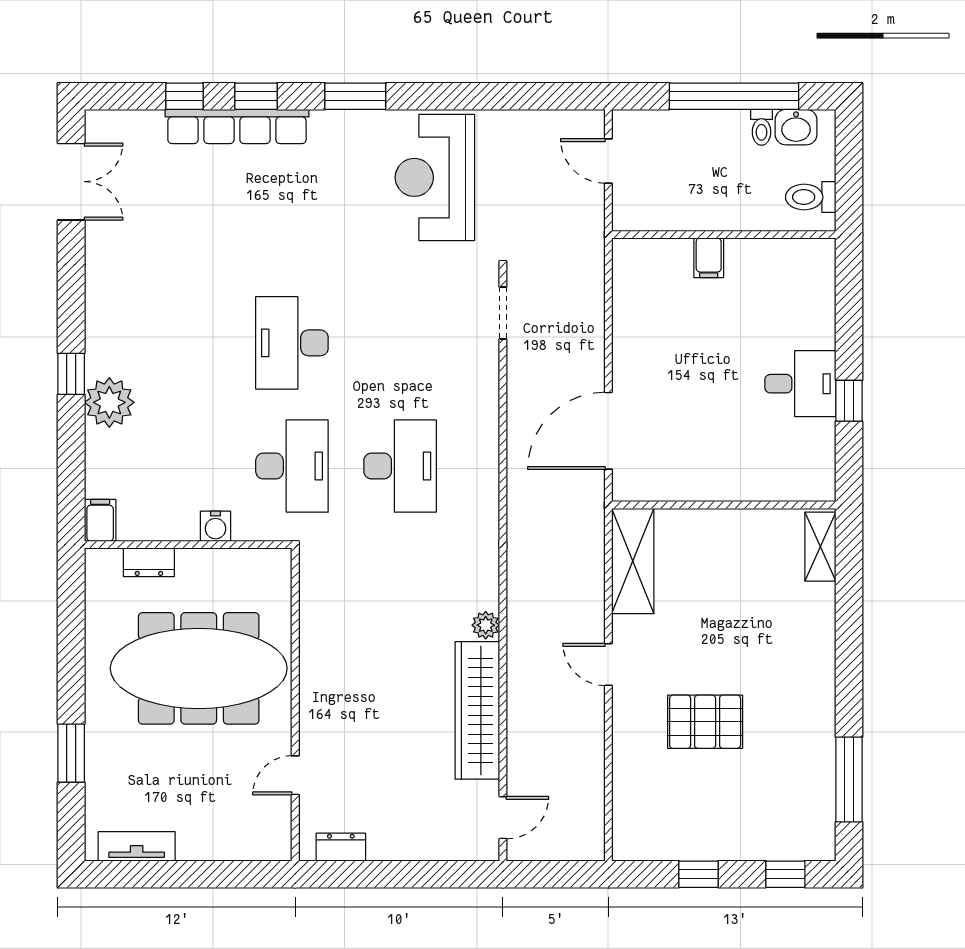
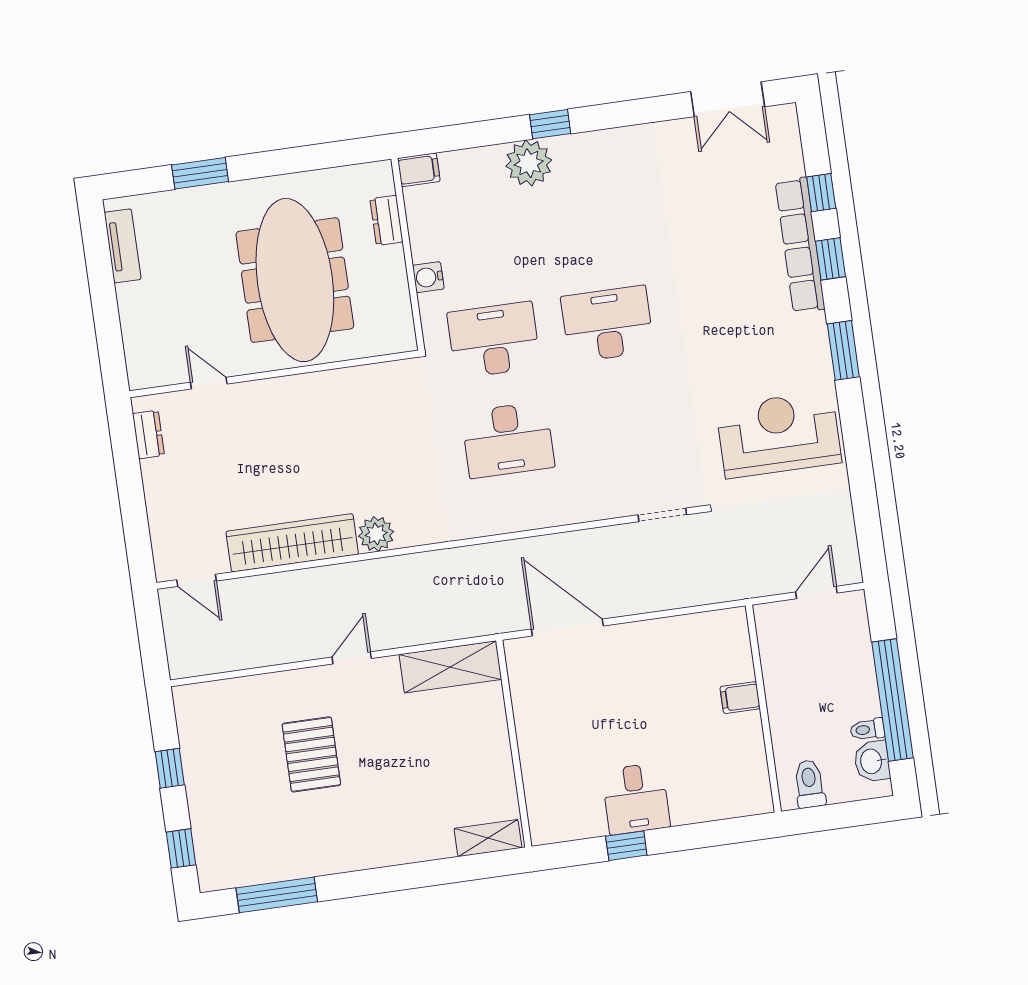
desk: (292, 466) -> (494, 340), turned 180
plant: (486, 625) -> (376, 534), width x1.38, depth x1.38

